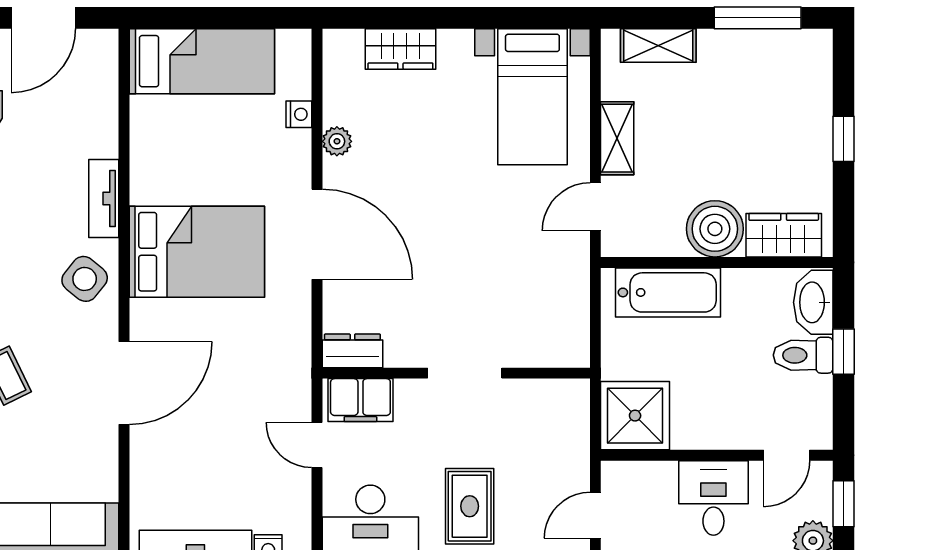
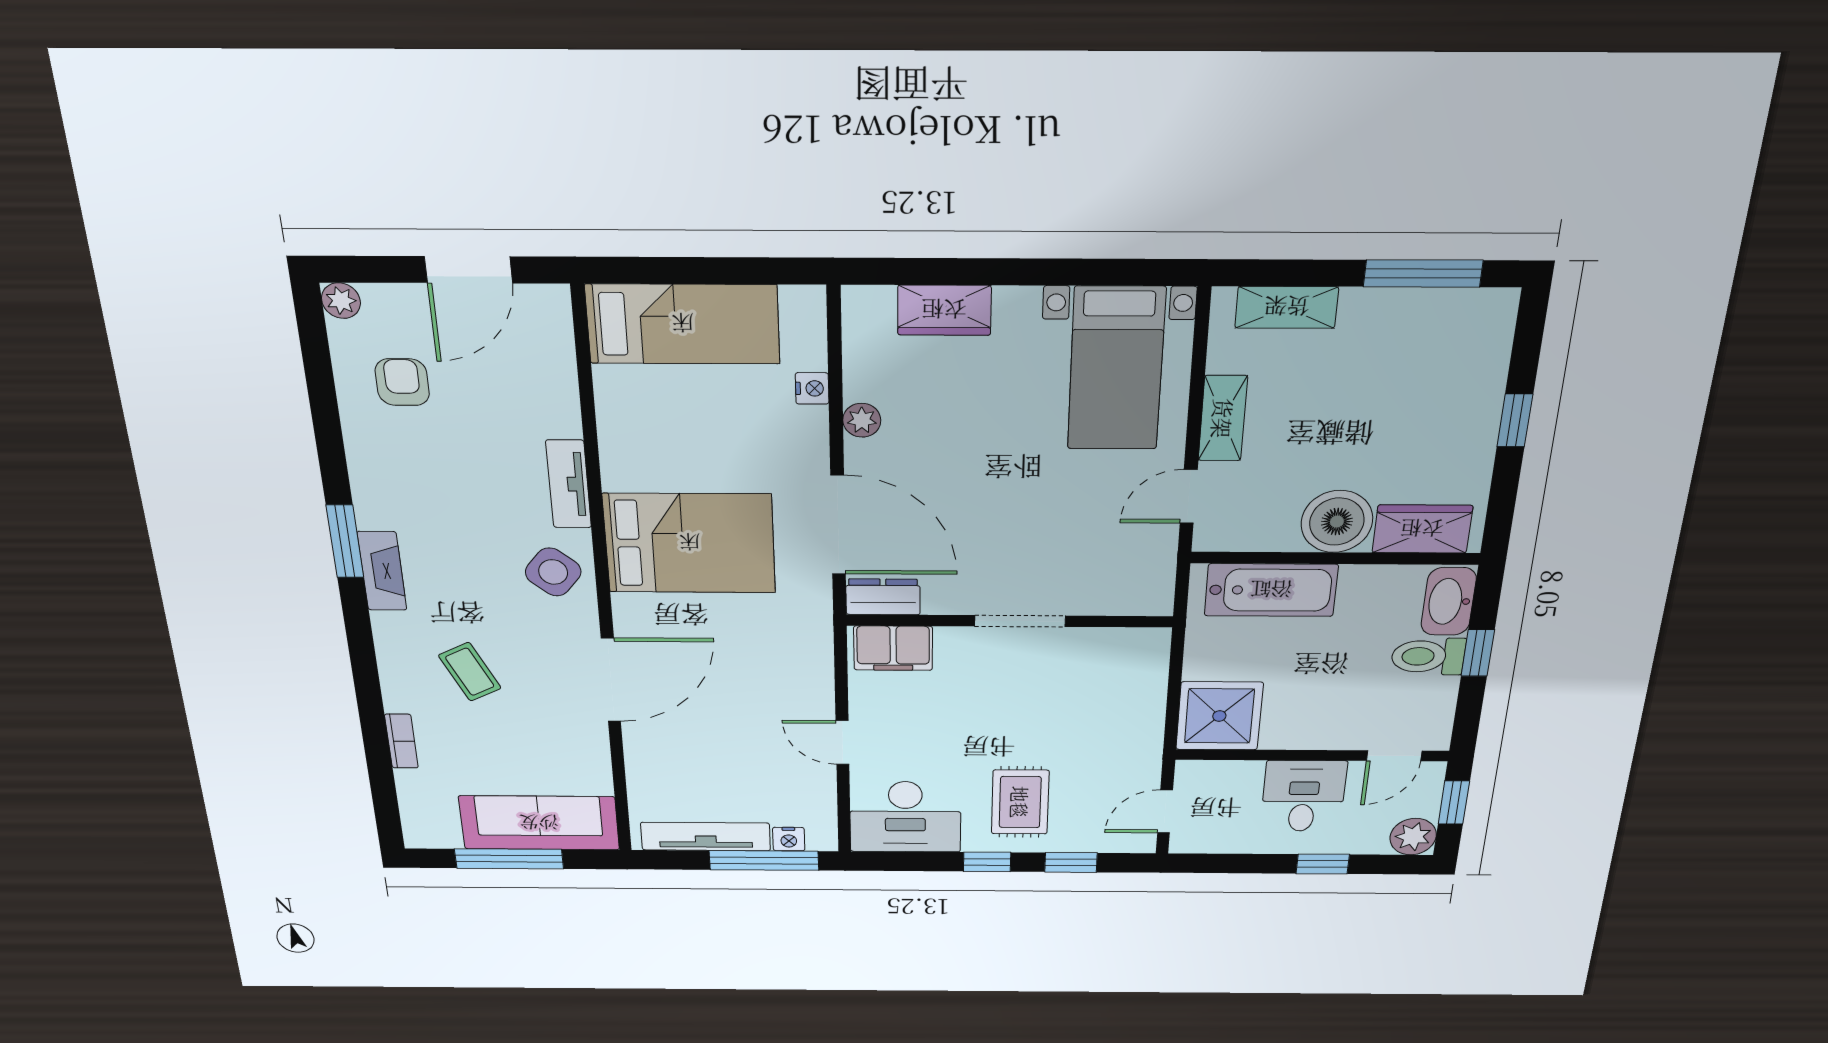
dresser: (352, 351) -> (883, 597), moved
wall: (456, 373) -> (1010, 621), moved
doorway: (465, 373) -> (1020, 621), moved
filing cabinet: (360, 400) -> (893, 648), moved

